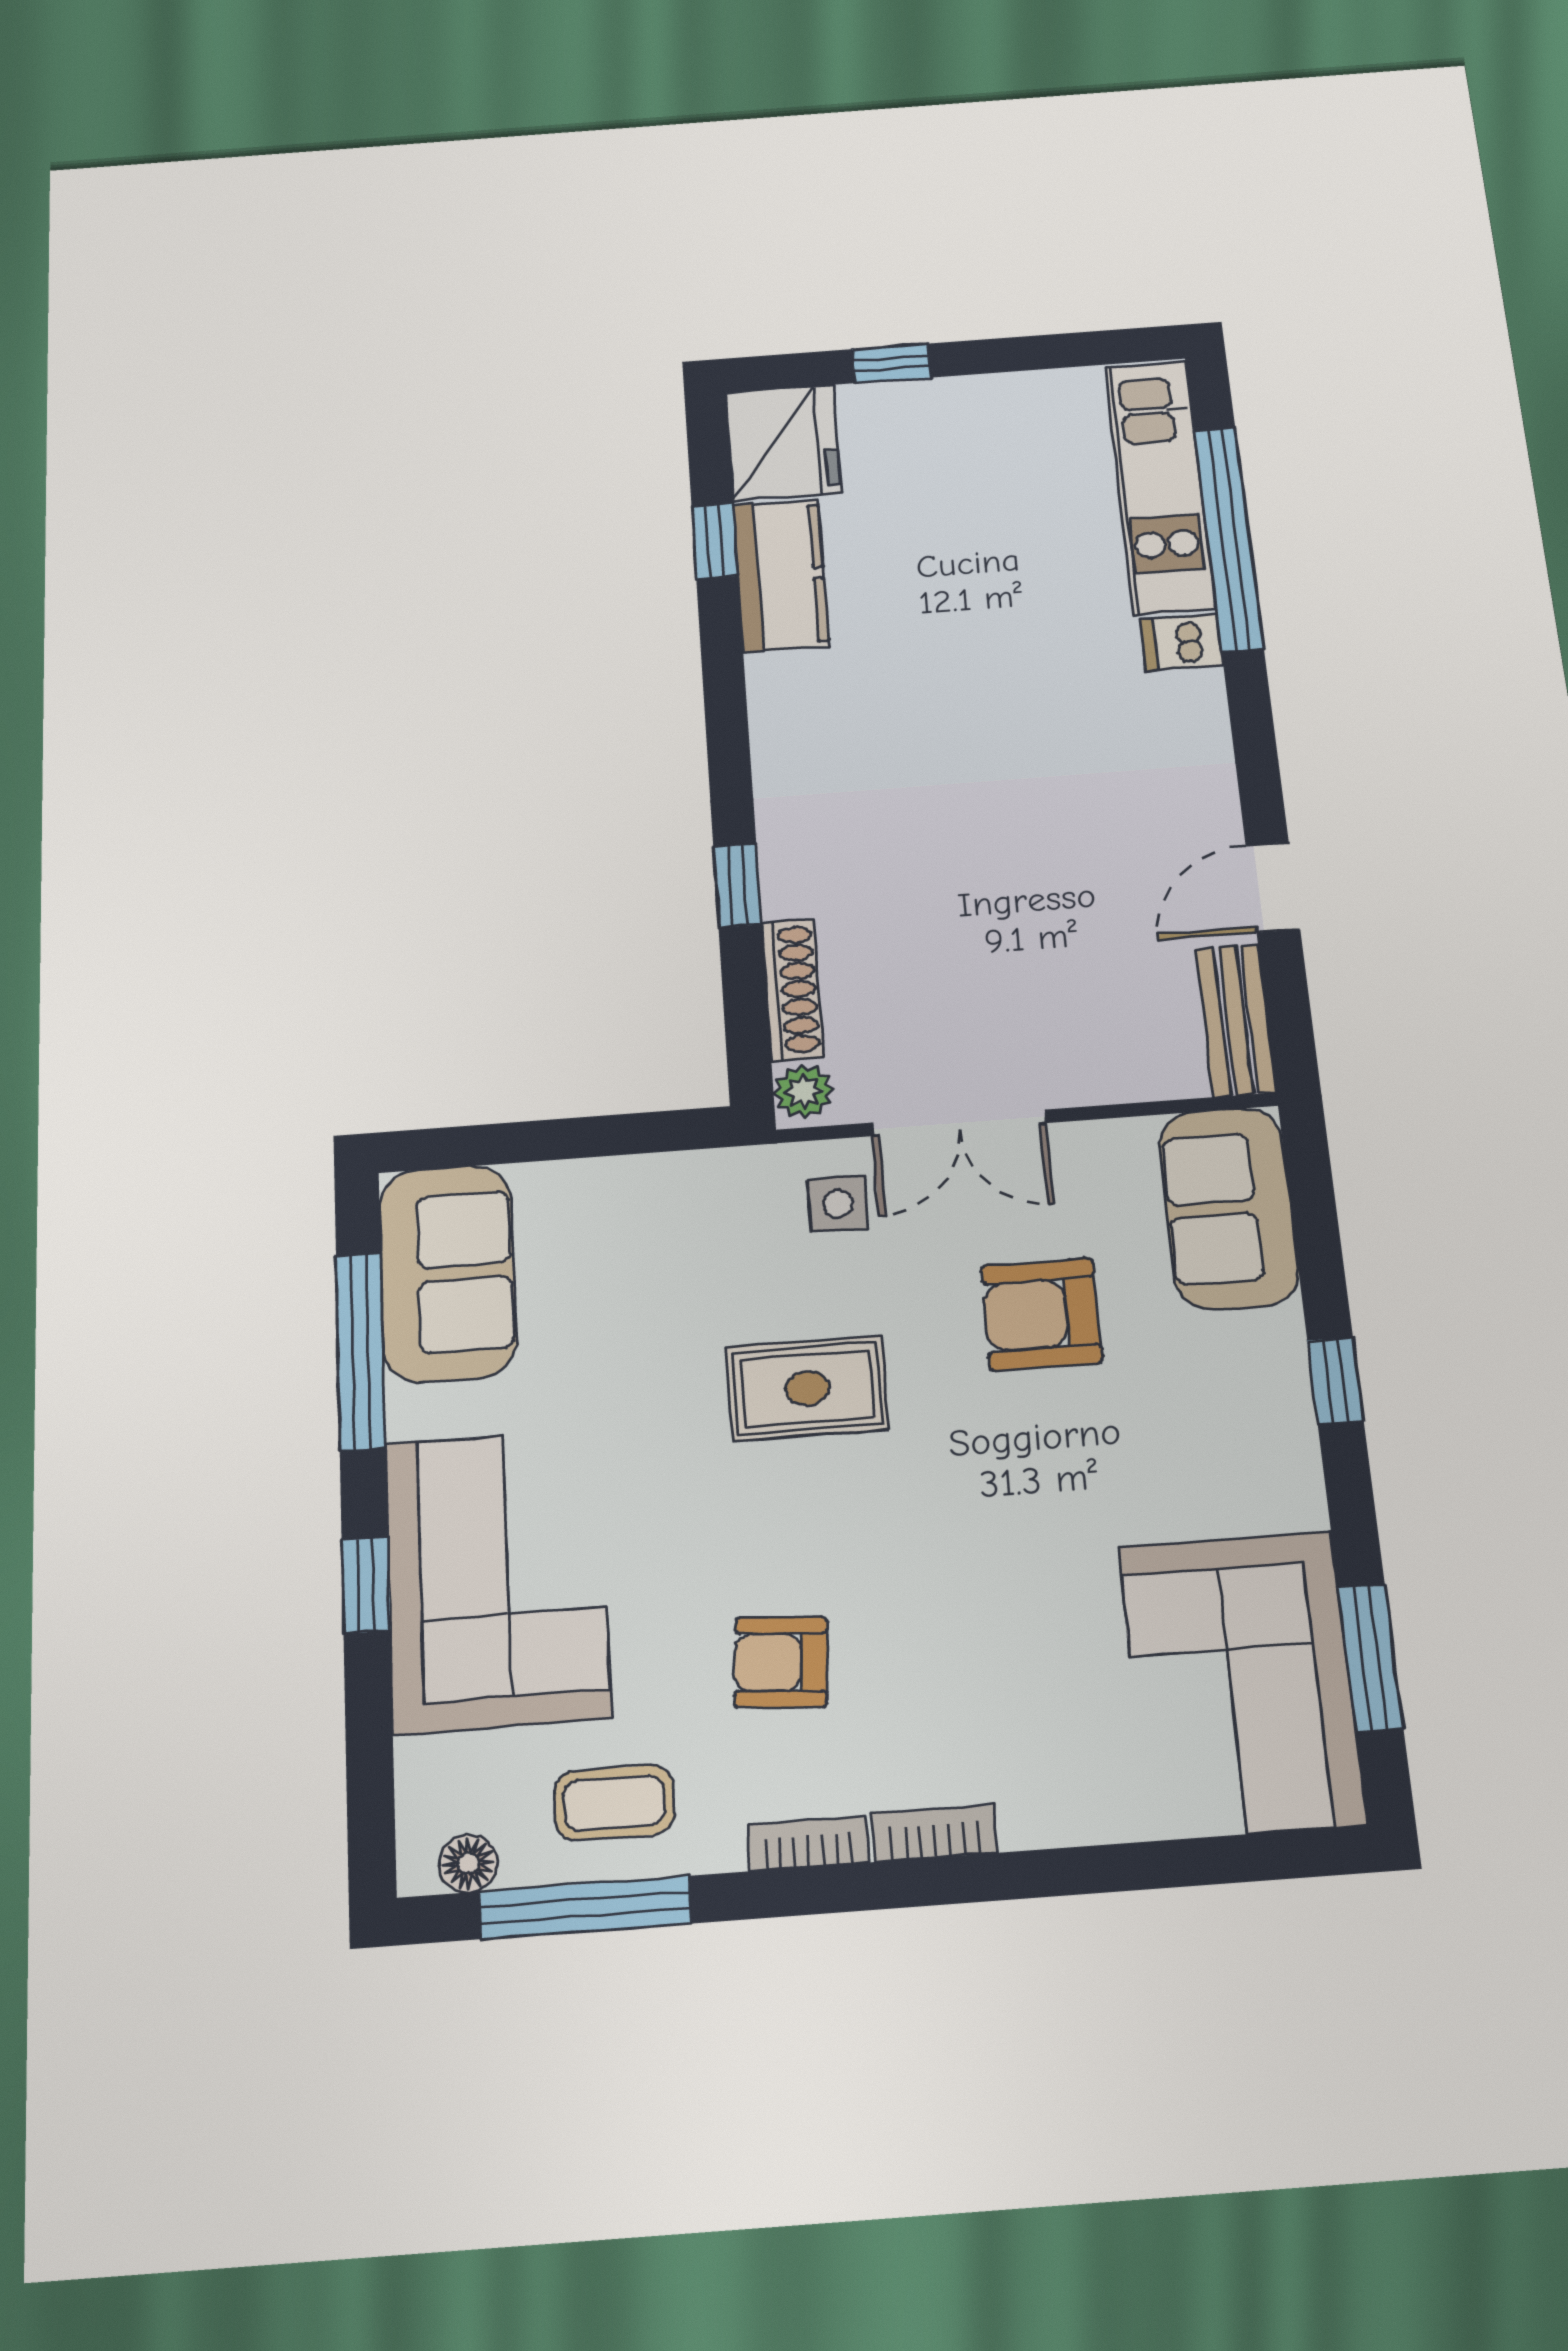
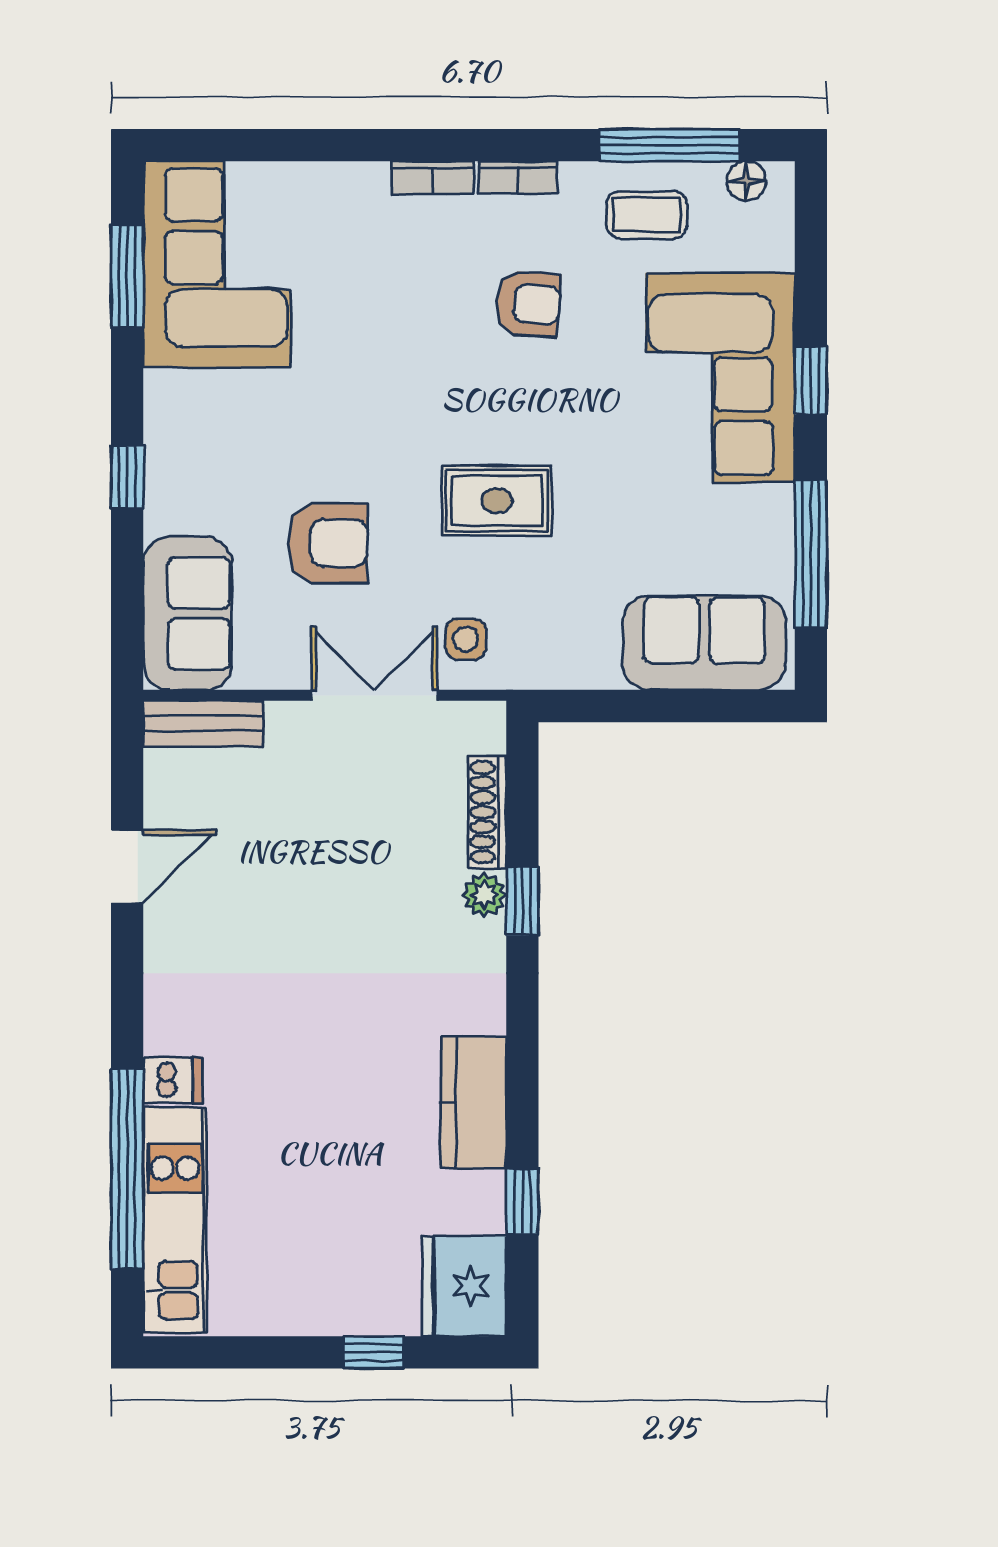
kitchen counter: (781, 575) -> (473, 1103), moved
bench: (1236, 1020) -> (203, 724), moved, turned 90
plant: (804, 1091) -> (484, 895), moved
sofa: (447, 1273) -> (704, 643), moved, turned 90

